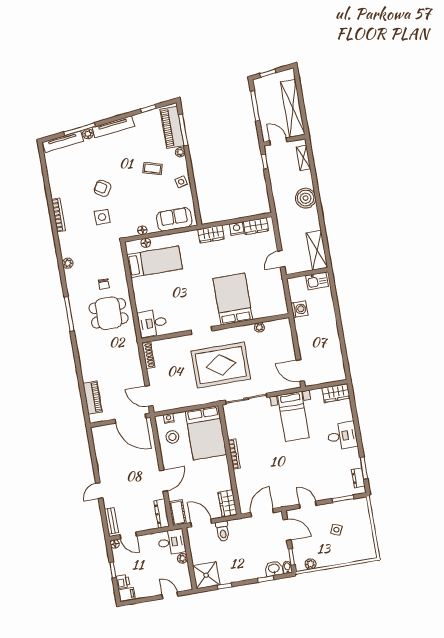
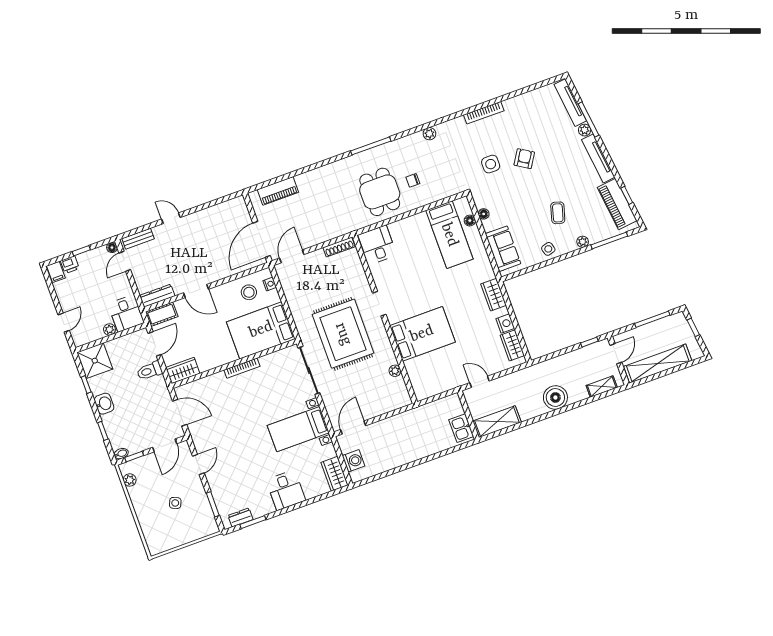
piano: (172, 127) -> (617, 204), moved, turned -97
washing machine: (299, 309) -> (354, 461), moved, turned -90
washbasin: (274, 569) -> (104, 404), moved

